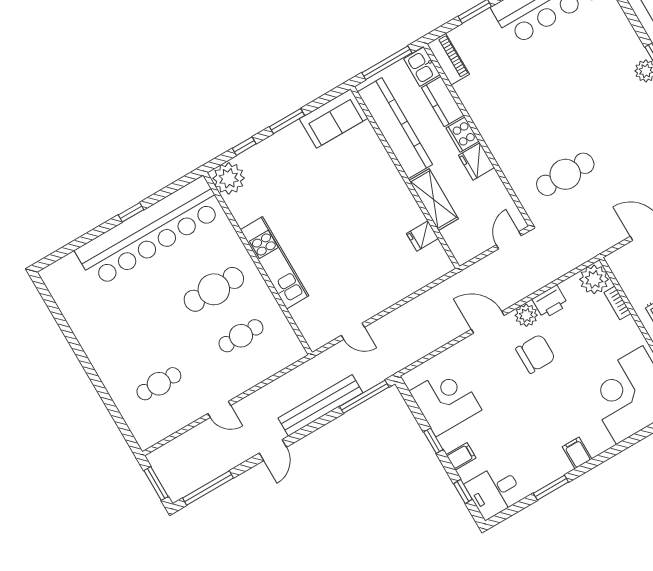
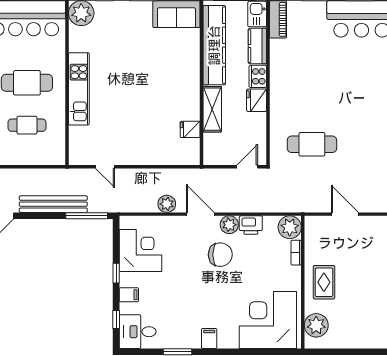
plant: (444, 332) -> (167, 204), added

